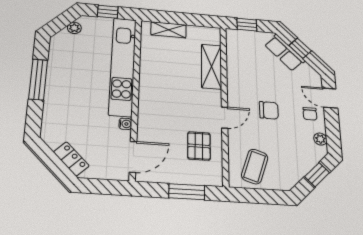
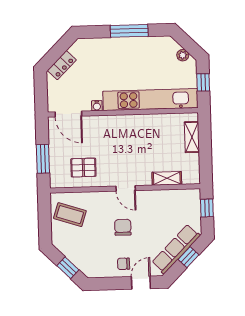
row of seats: (285, 53) -> (176, 249), width x1.48
shelving: (211, 67) -> (167, 178), width x0.67, depth x0.75
chair: (269, 110) -> (123, 227), turned 180
door: (225, 118) -> (126, 188), moved
plant: (320, 139) -> (101, 272), removed

